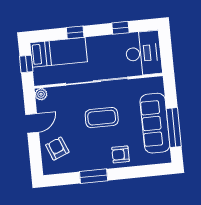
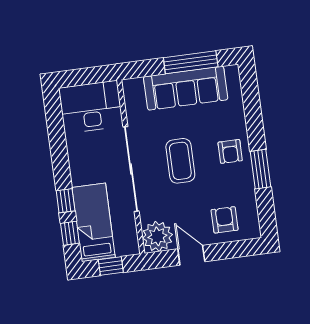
window: (120, 28) -> (70, 233), moved
plant: (41, 94) -> (157, 236), width x1.88, depth x1.88
armchair: (57, 149) -> (225, 220), turned 112
armchair: (120, 154) -> (230, 151), moved

